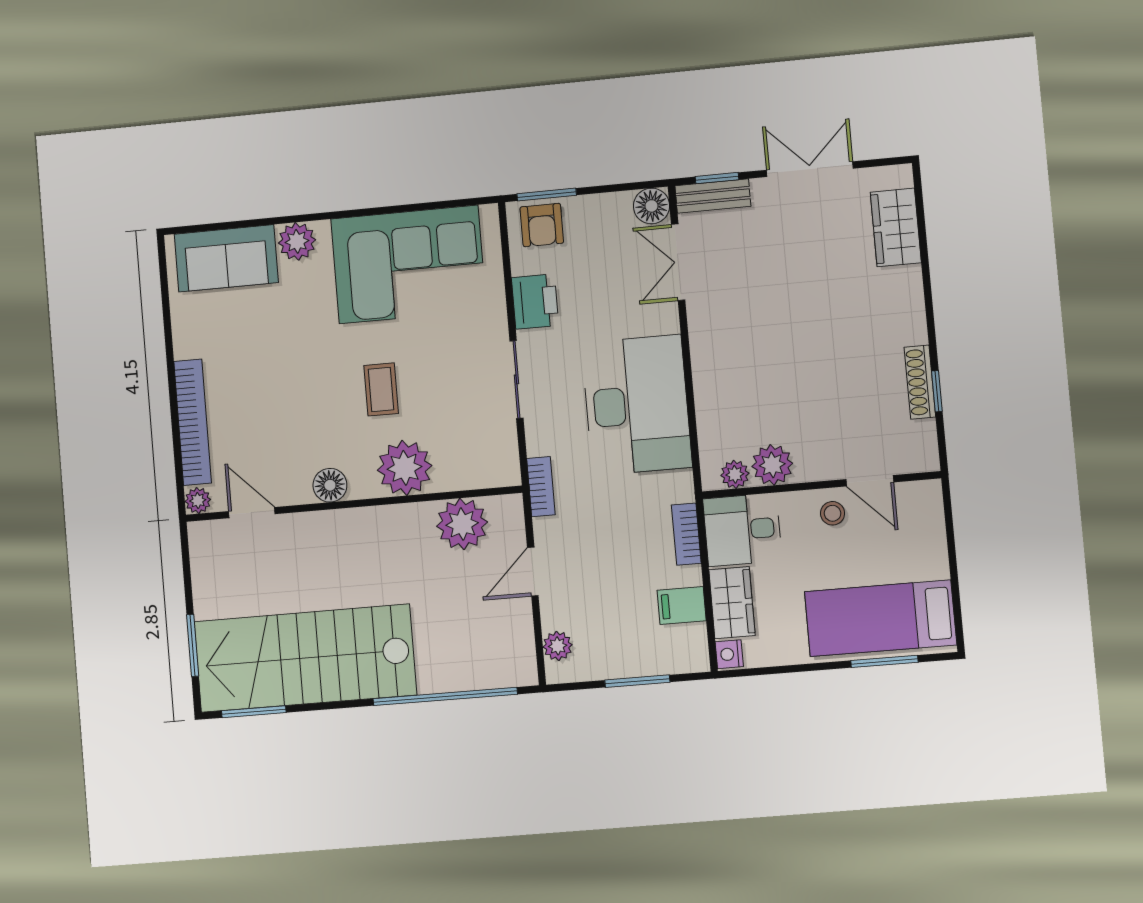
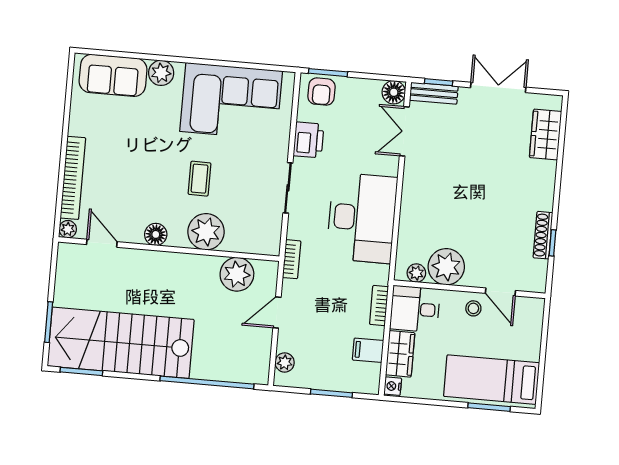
plant: (772, 465) -> (446, 267), width x1.36, depth x1.36

